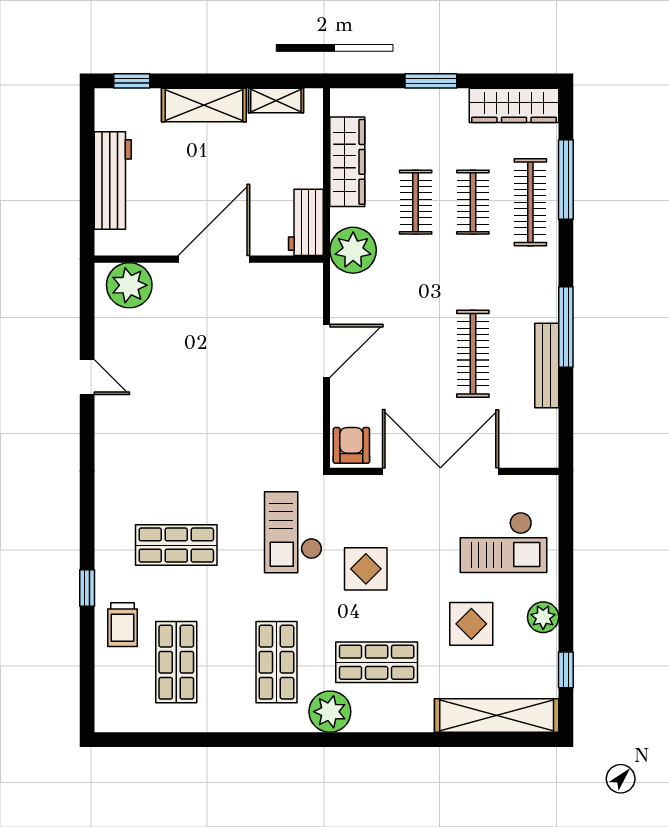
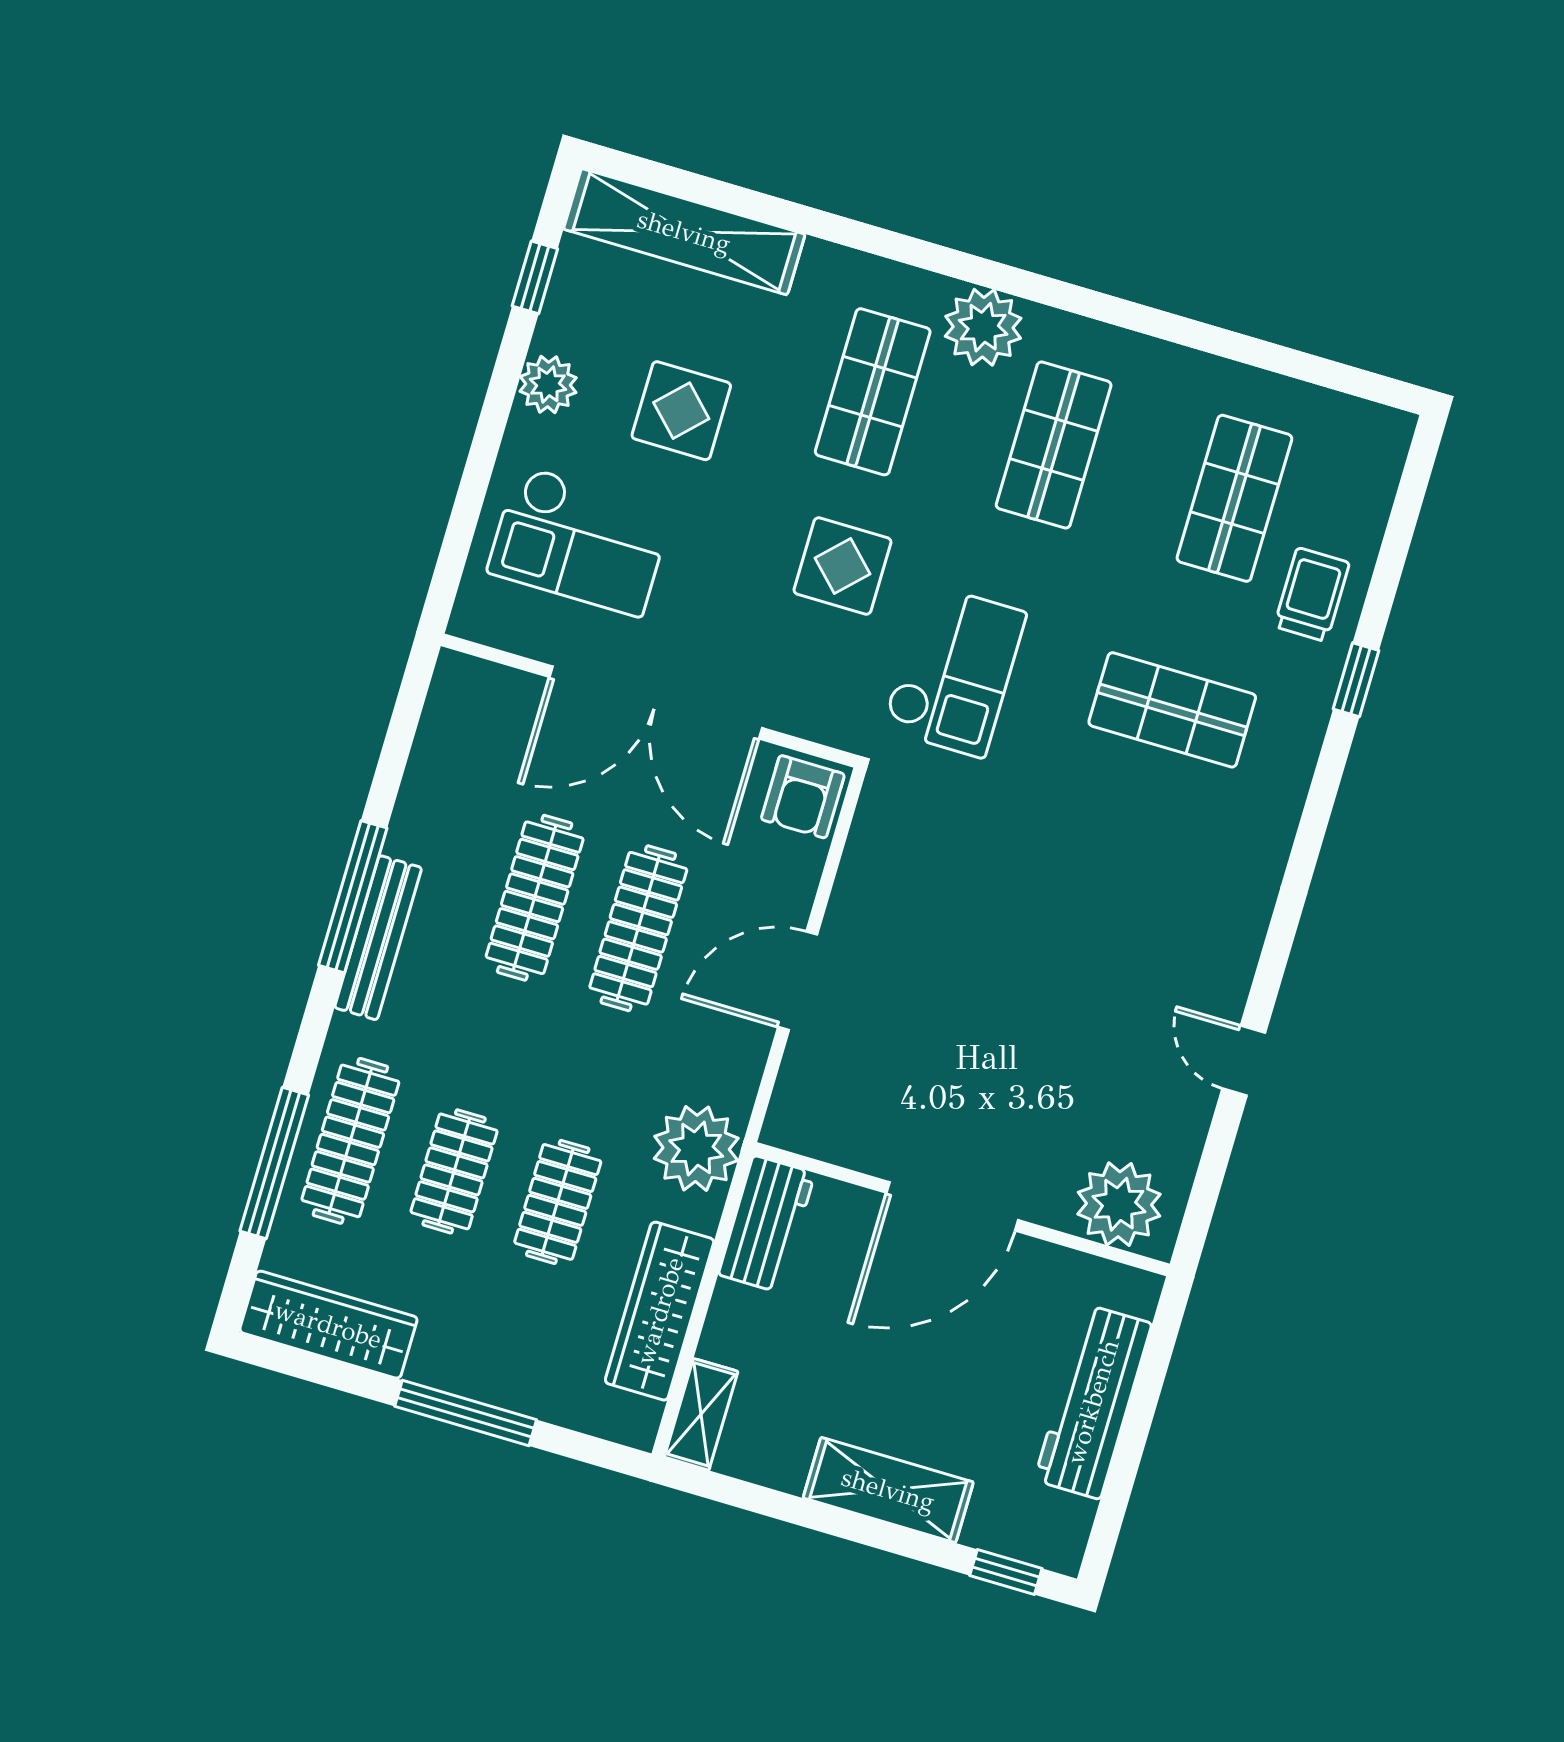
window: (431, 81) -> (466, 1413), width x1.44
shelving: (276, 100) -> (701, 1414), moved, turned 90
clothes rail: (416, 354) -> (638, 928), added
bench: (547, 365) -> (378, 938), moved
checkout: (503, 542) -> (580, 541), turned 180
shop shelf: (377, 662) -> (873, 392), turned 90

